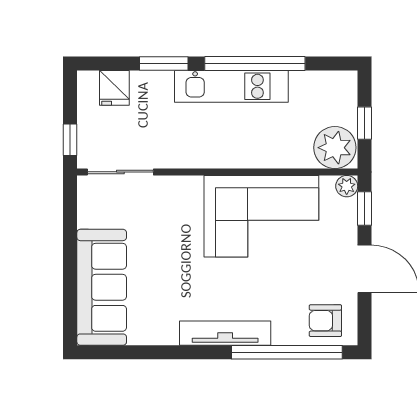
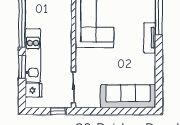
kitchen unit: (231, 86) -> (33, 55), moved
tv unit: (225, 333) -> (150, 38), width x0.71

